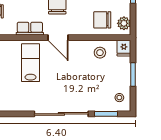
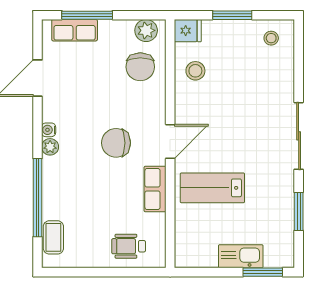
sliding door: (61, 114) -> (299, 136), width x0.73
window: (106, 114) -> (299, 211), moved

